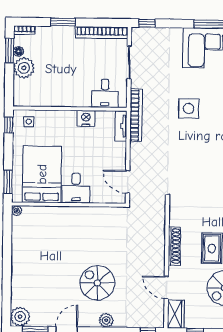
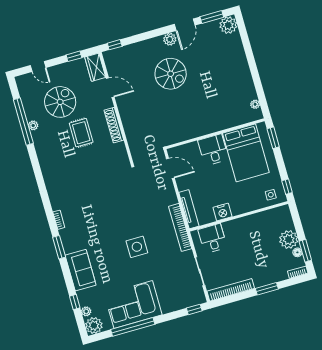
tv unit: (121, 126) -> (189, 209), width x1.41
plant: (17, 211) -> (255, 104), moved
plant: (106, 320) -> (170, 39), moved

